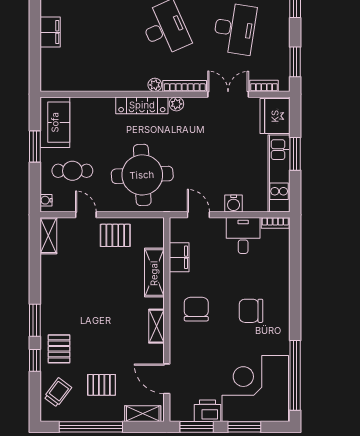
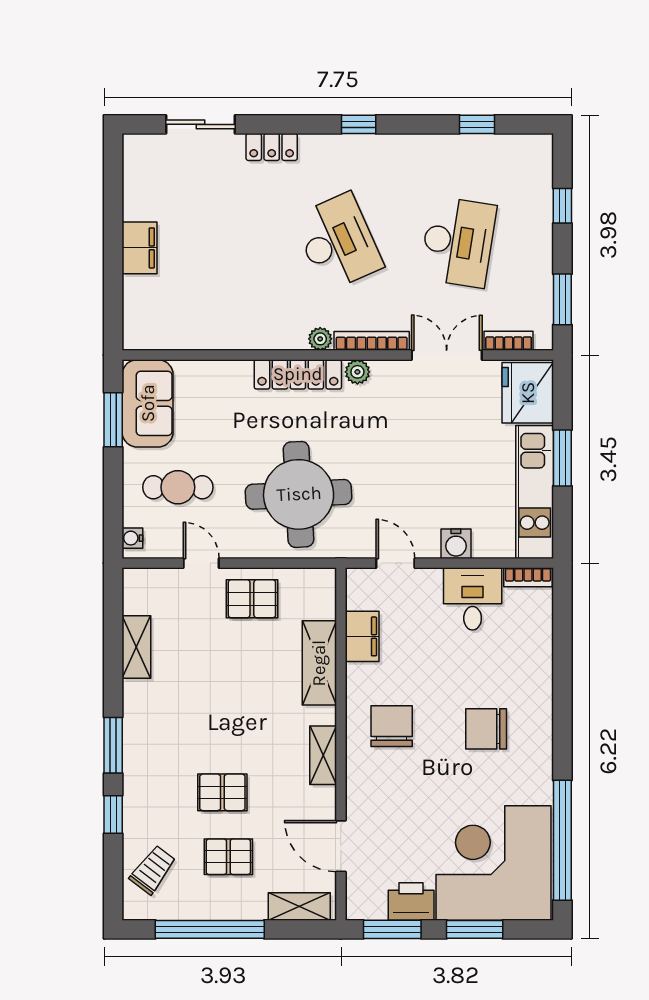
window: (35, 147) -> (113, 420), moved
shelving: (48, 236) -> (136, 647), moved
pallet: (59, 349) -> (222, 792), moved, turned 90

